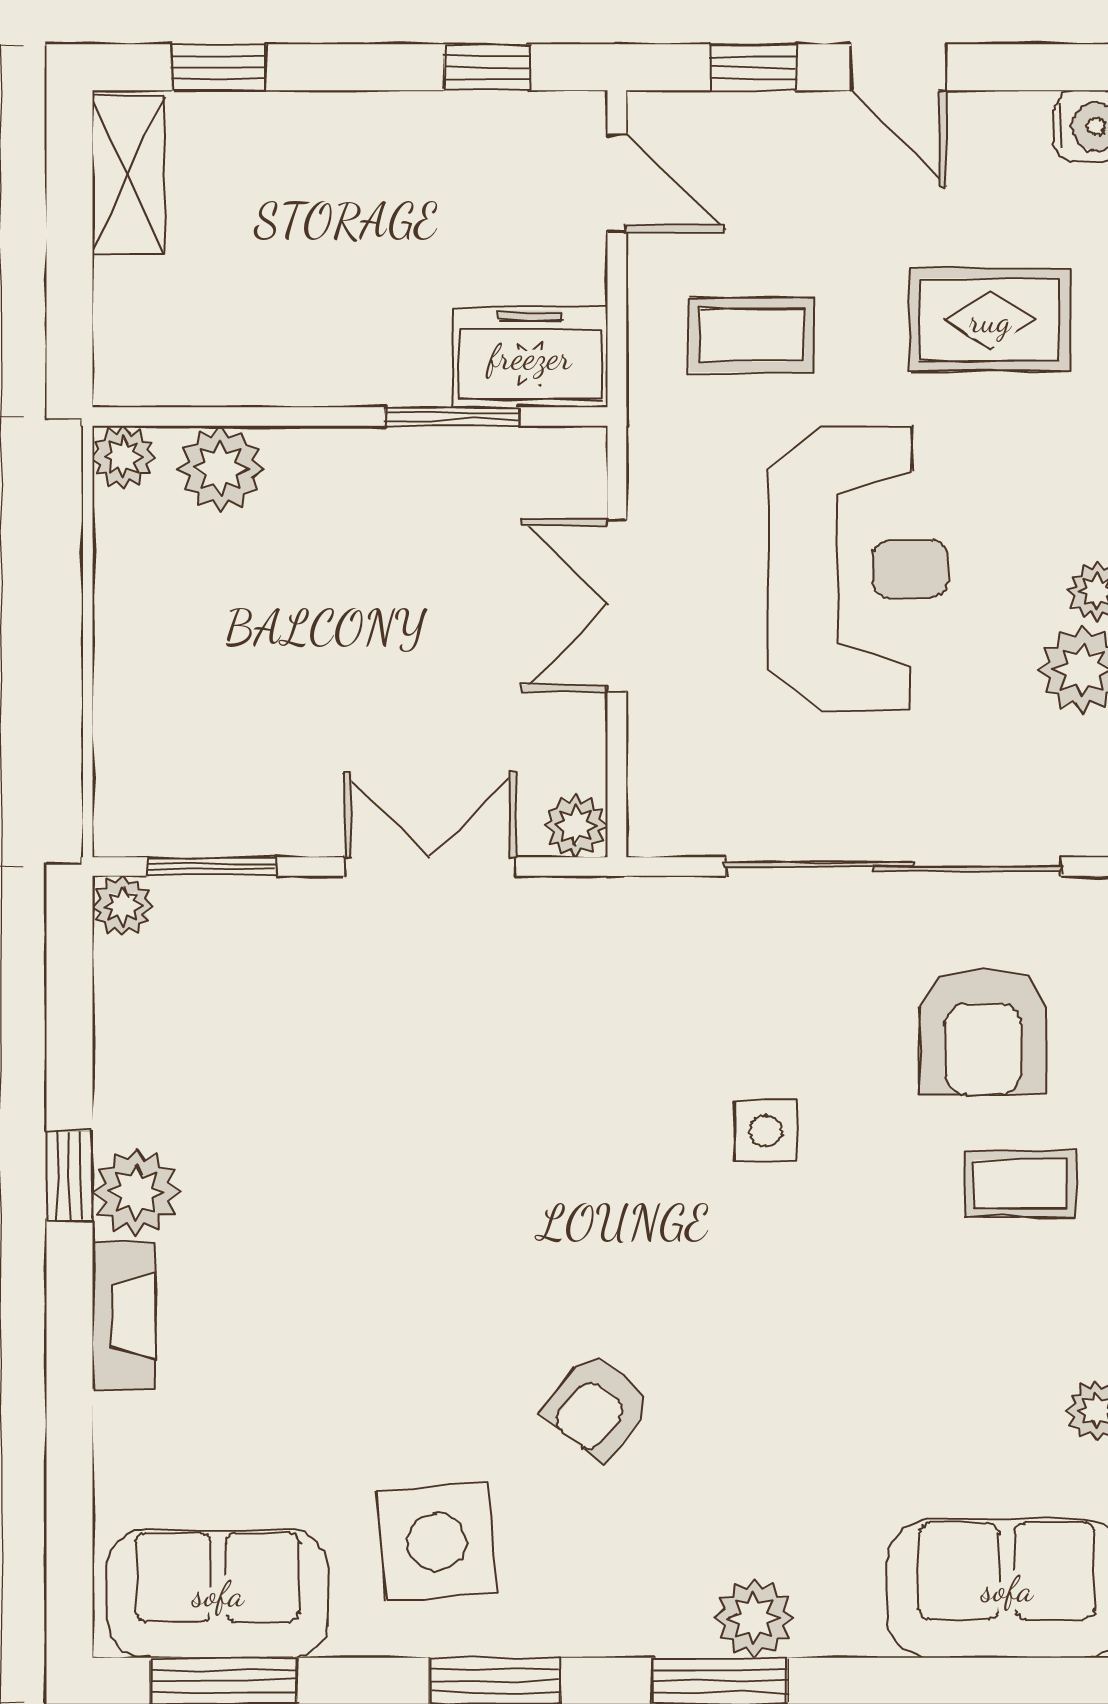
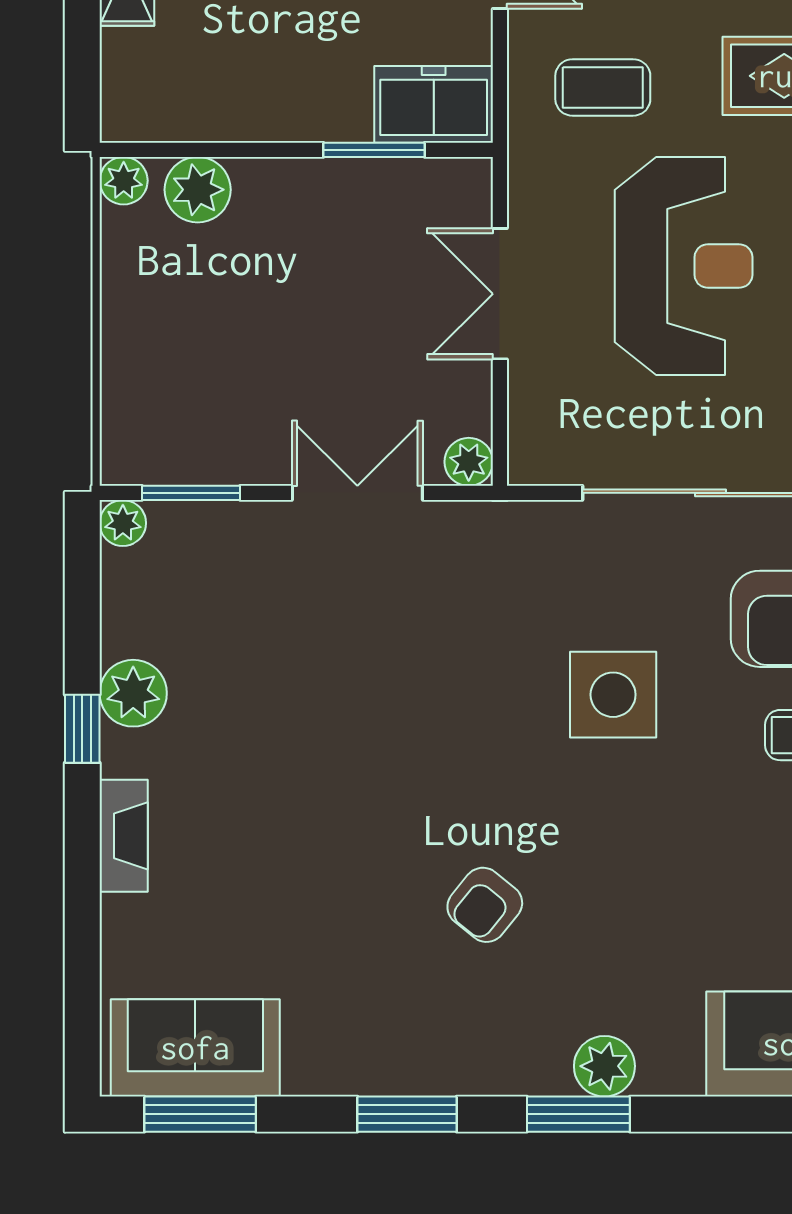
side table: (765, 1131) -> (613, 695), width x1.87, depth x1.87
plant: (136, 1192) -> (133, 693), moved
side table: (437, 1542) -> (362, 1008), removed

